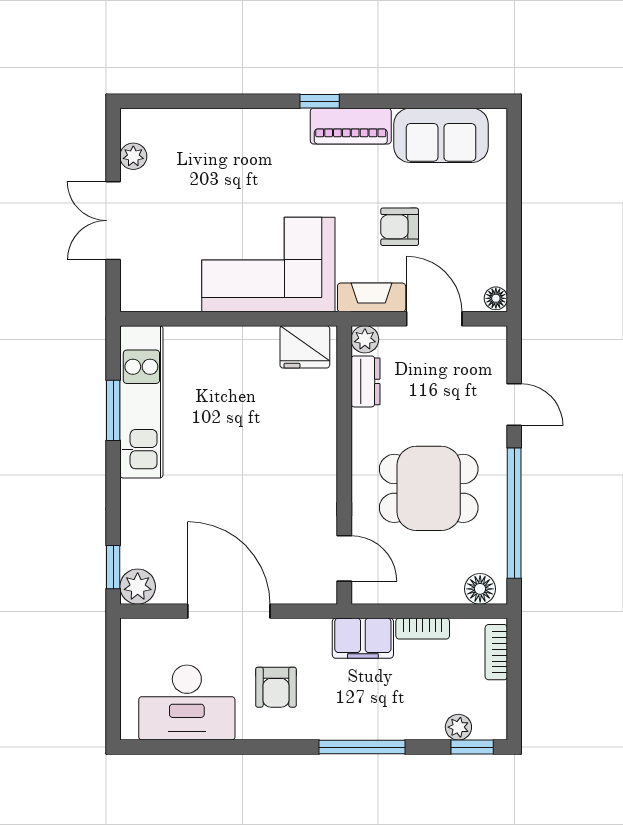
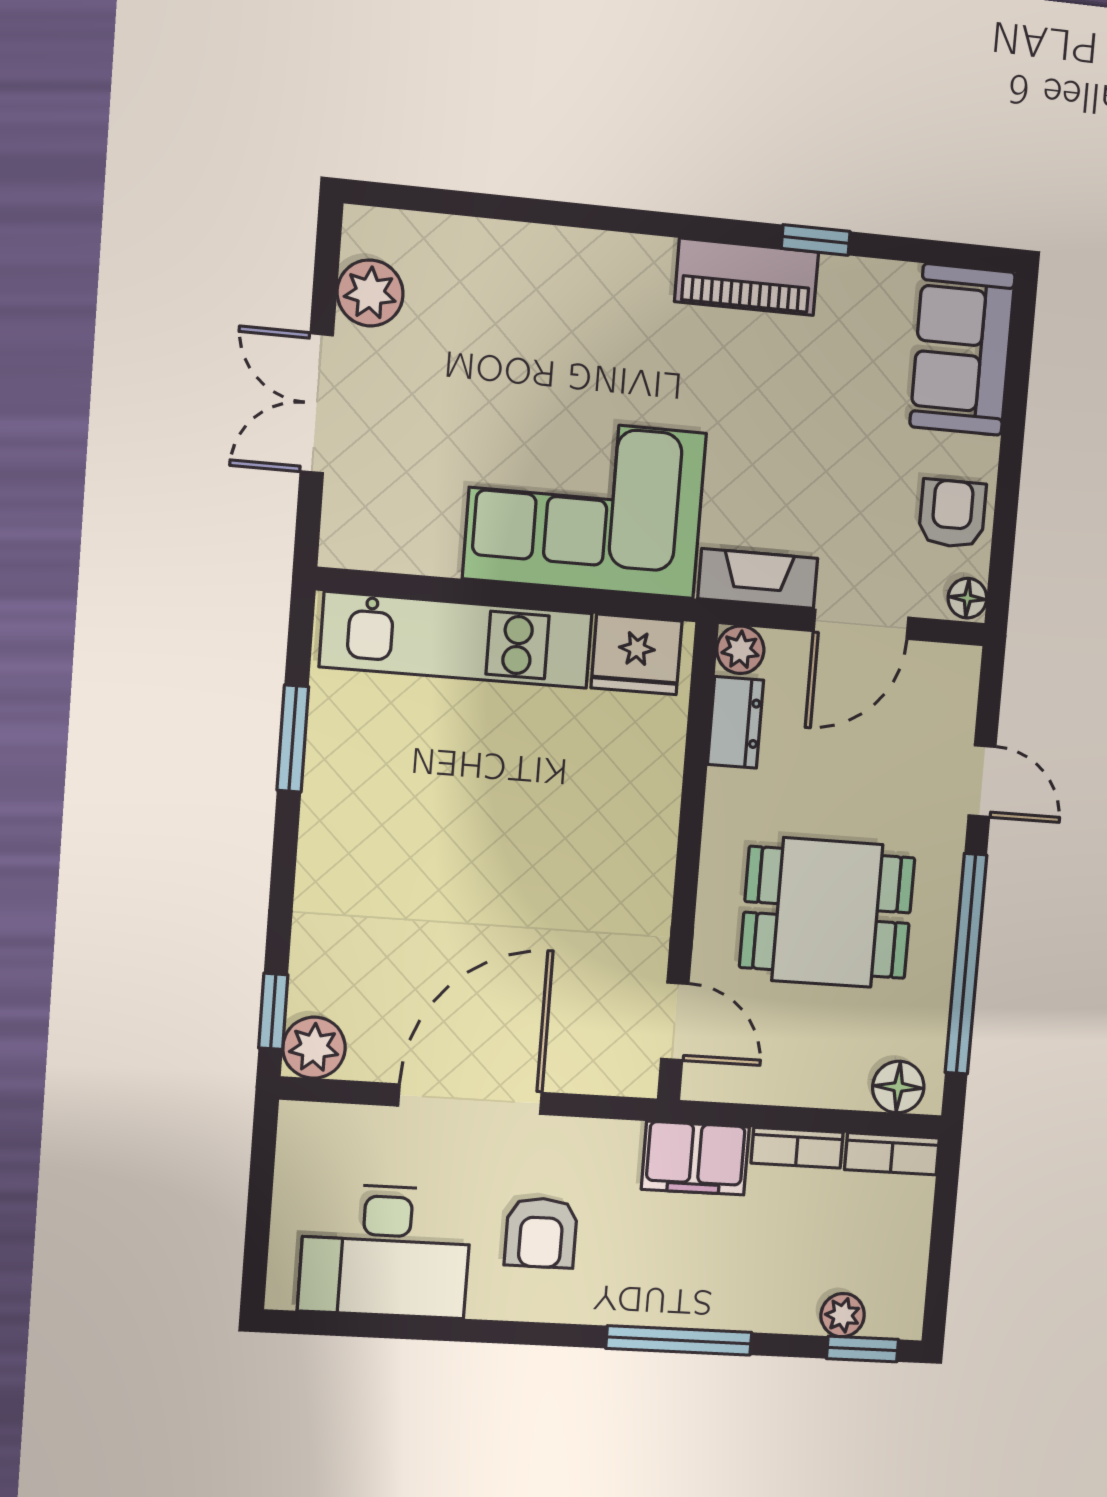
window: (320, 101) -> (816, 240), moved
sofa: (441, 135) -> (962, 350), moved, turned 90
plant: (133, 156) -> (370, 293), width x1.38, depth x1.38
armchair: (400, 227) -> (952, 514), moved, turned 90
door: (434, 319) -> (861, 624), swing flipped
kitchen unit: (141, 402) -> (456, 640), moved, turned 90
door: (229, 611) -> (470, 1099), hinge flipped
bookcase: (496, 652) -> (892, 1154), moved, turned -90

